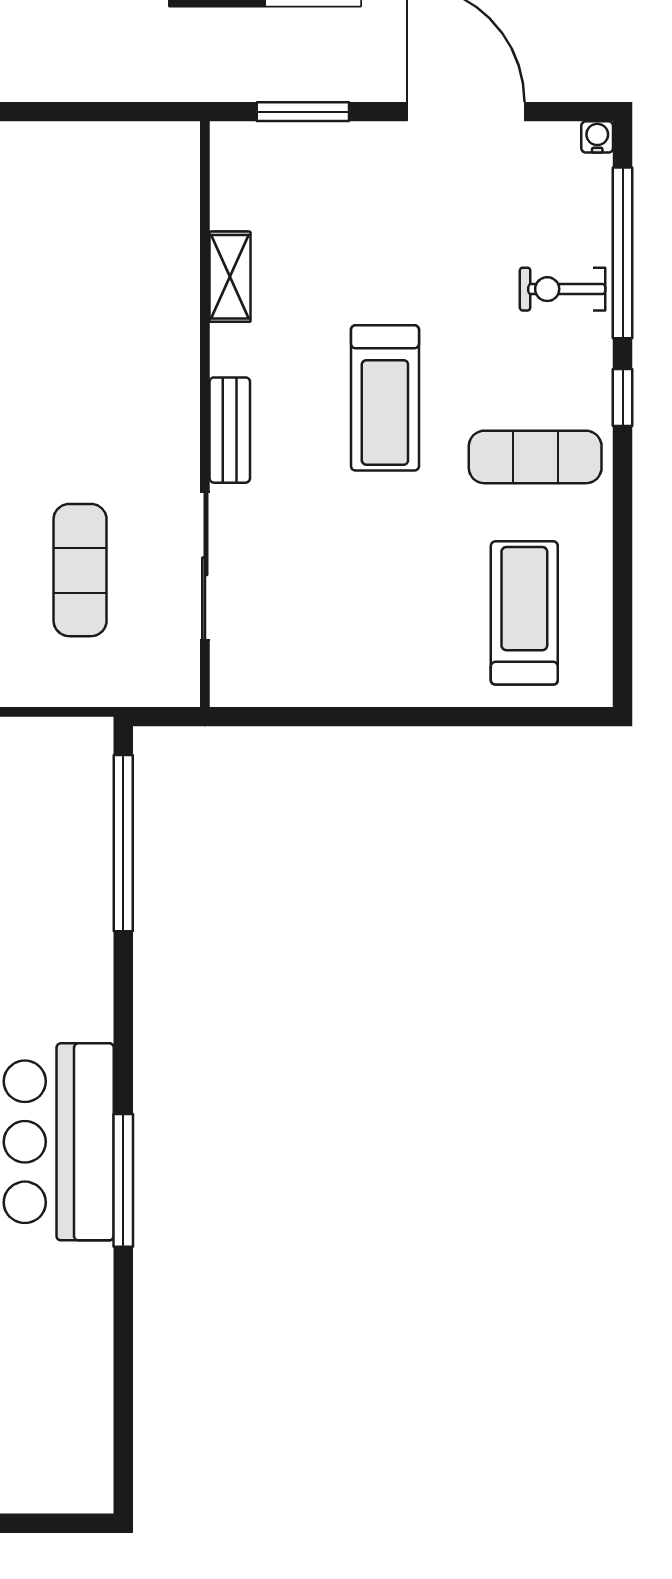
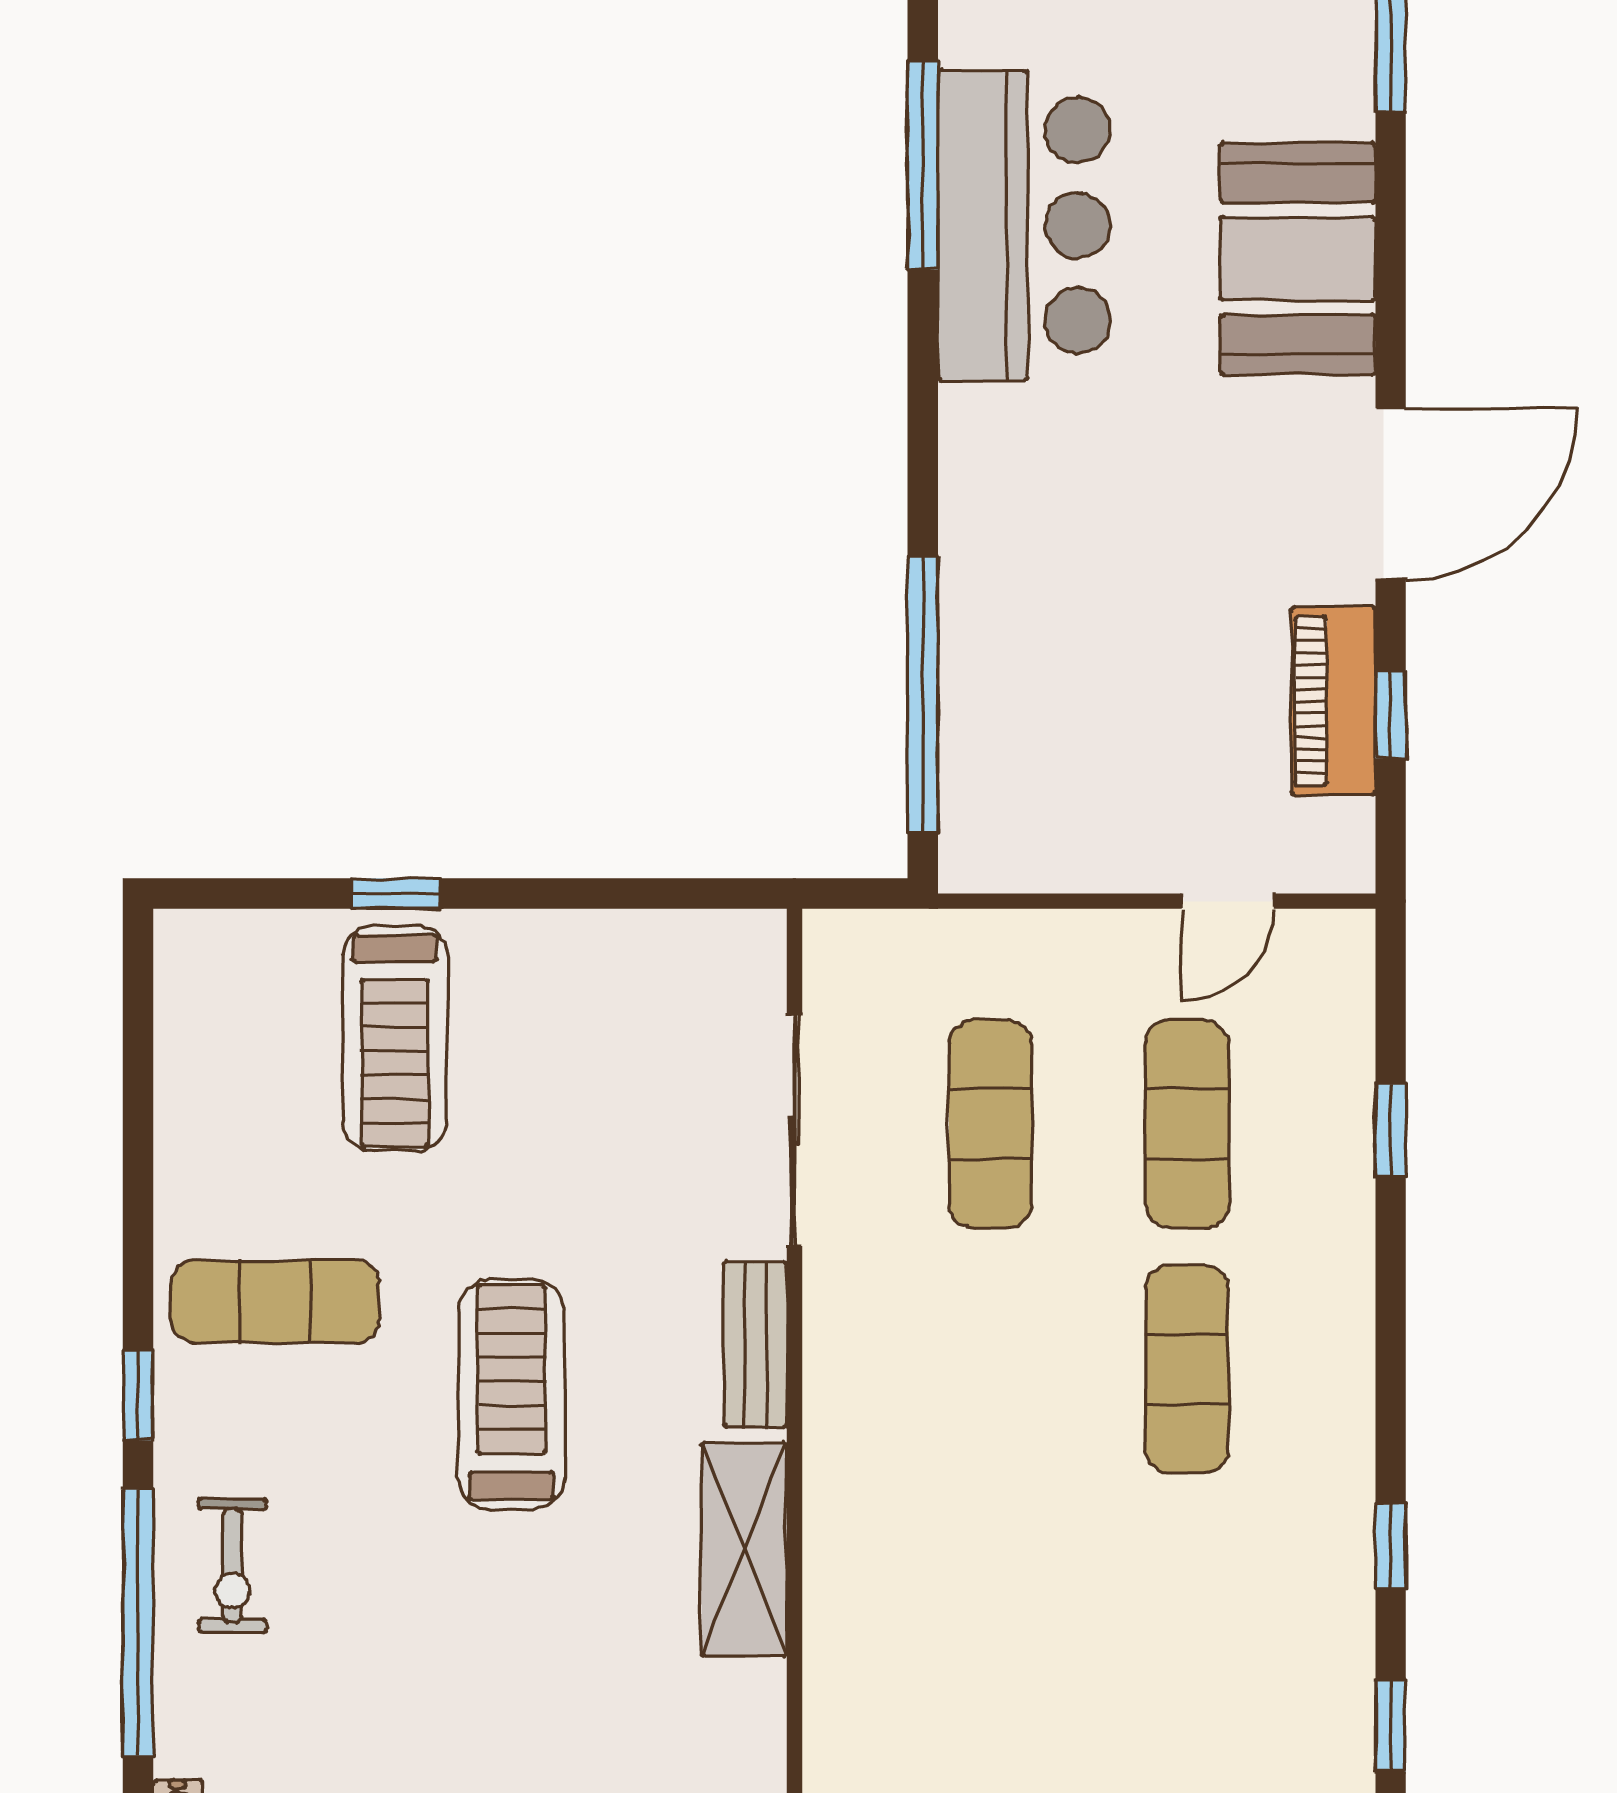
shelving: (230, 277) -> (744, 1549), width x1.50, depth x1.33
exercise bike: (563, 289) -> (232, 1566), turned 90
treadmill: (524, 613) -> (395, 1038), moved
window: (458, 717) -> (396, 894), added

